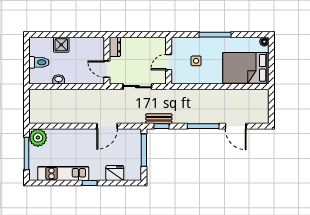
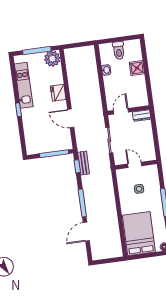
fridge: (115, 173) -> (58, 93), moved, turned 180

